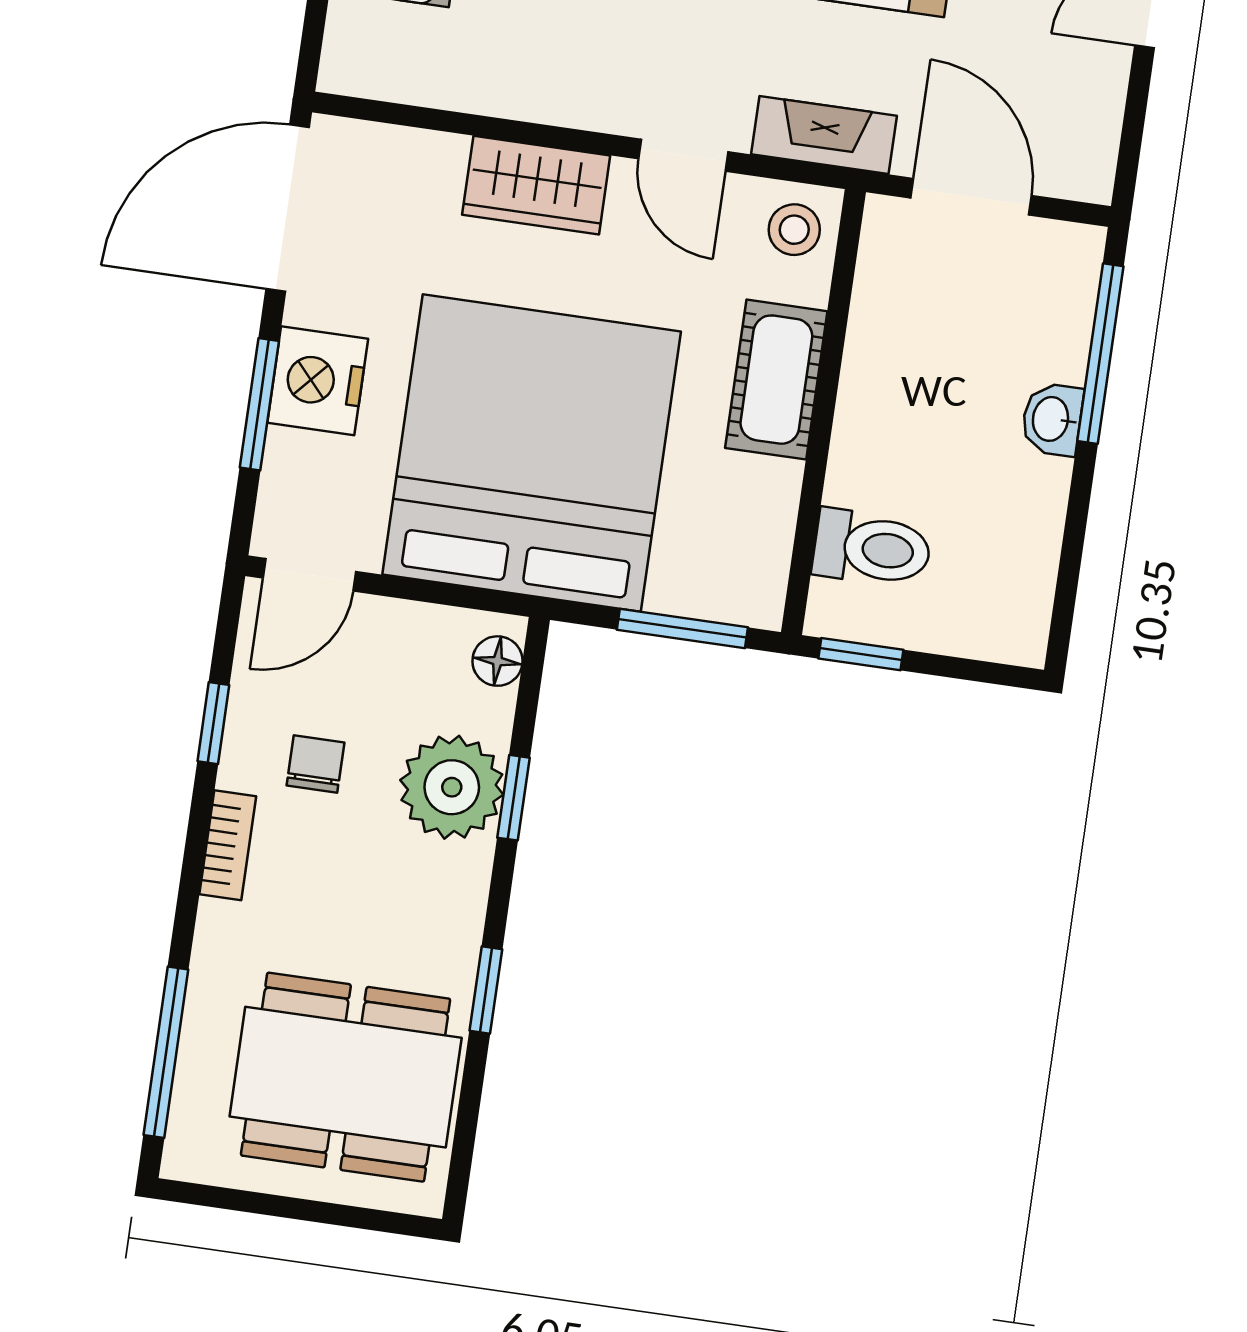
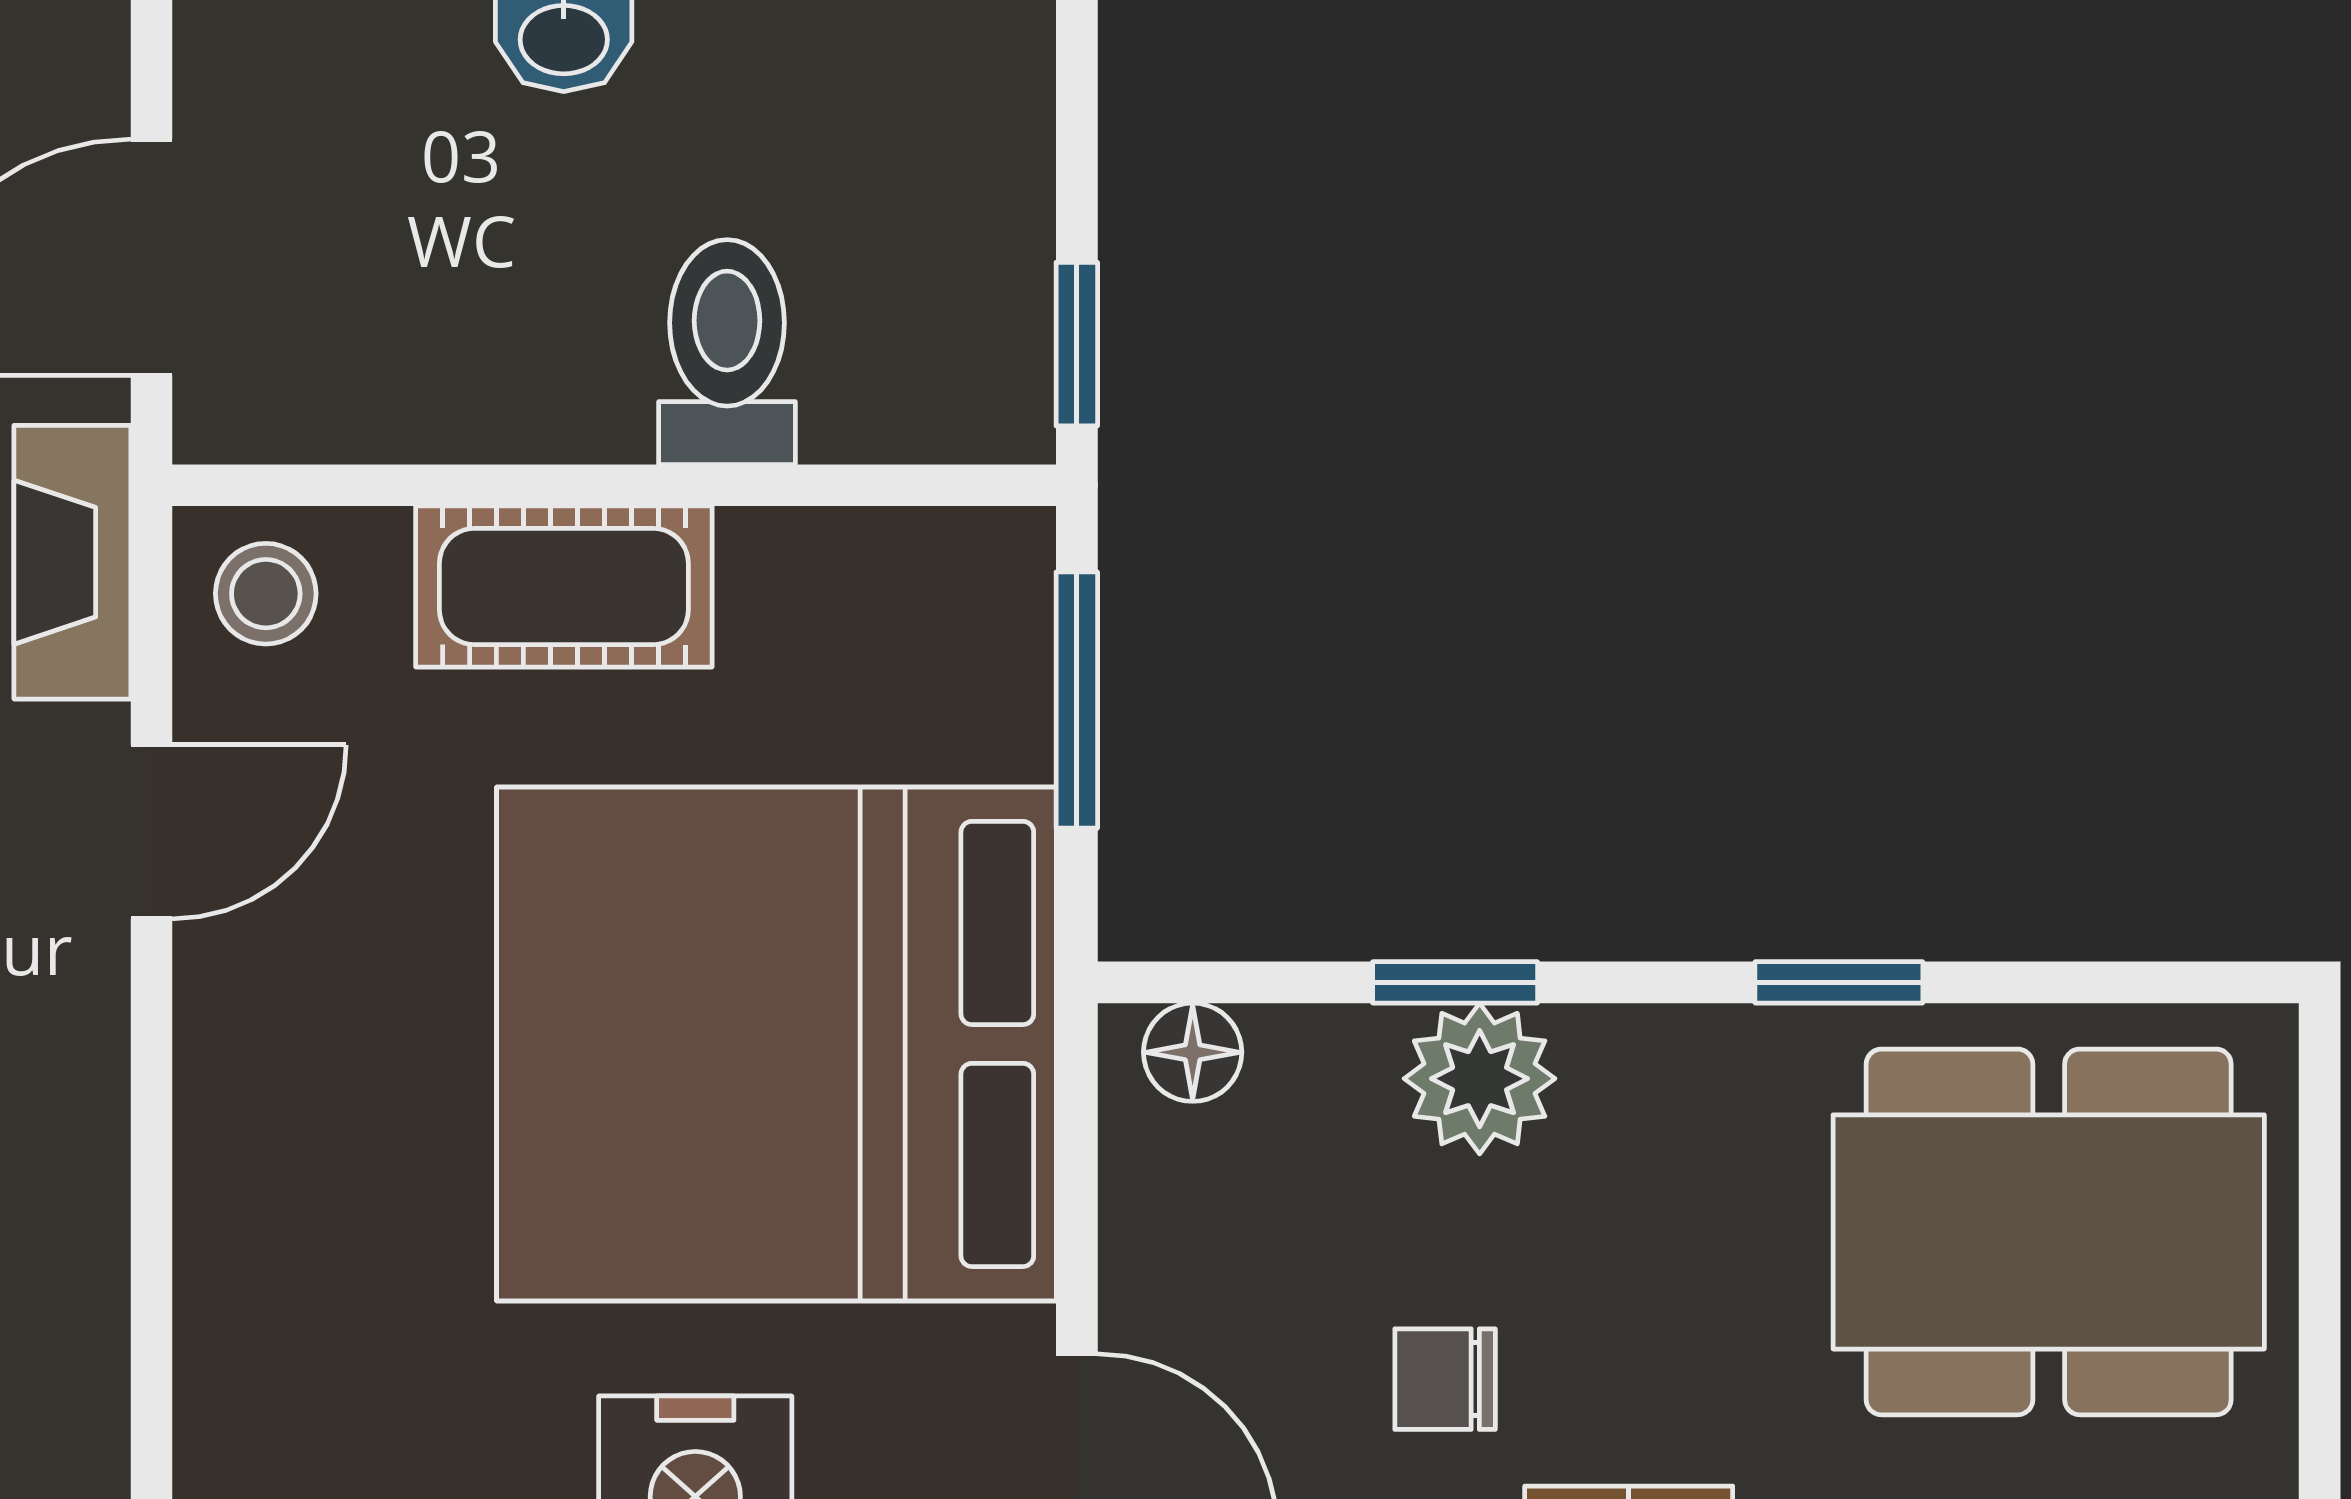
wardrobe: (536, 185) -> (251, 1111), removed
toilet: (872, 548) -> (727, 352), moved
plant: (452, 787) -> (1480, 1079), width x0.73, depth x0.73
dining table: (346, 1077) -> (2049, 1232), turned 90

